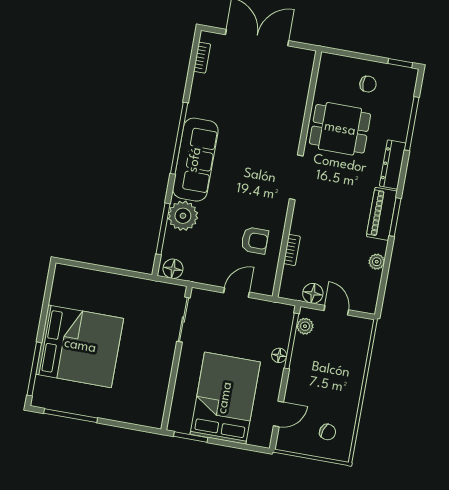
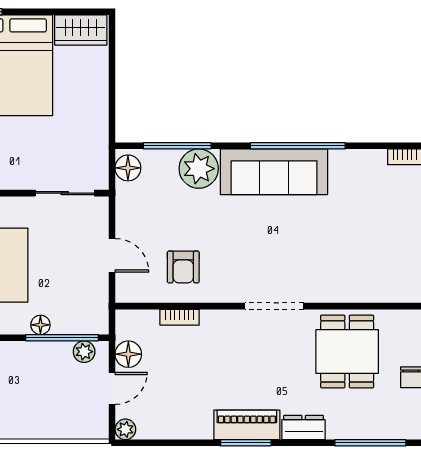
dresser: (393, 164) -> (304, 428), width x0.70
plant: (377, 262) -> (125, 429), moved
wardrobe: (63, 286) -> (81, 30), added

